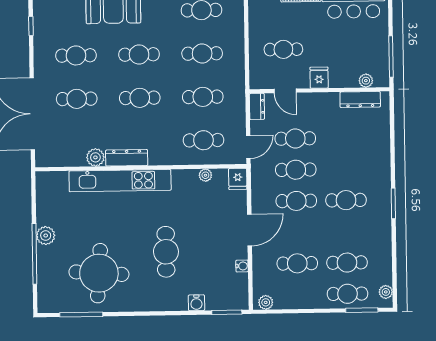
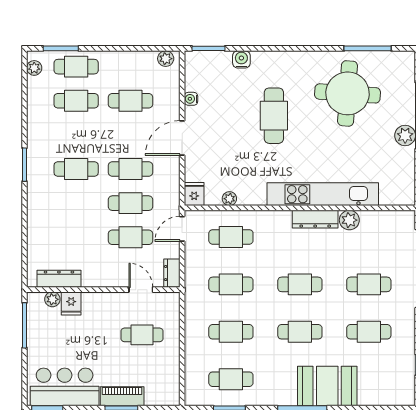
fridge: (319, 78) -> (71, 303), moved

